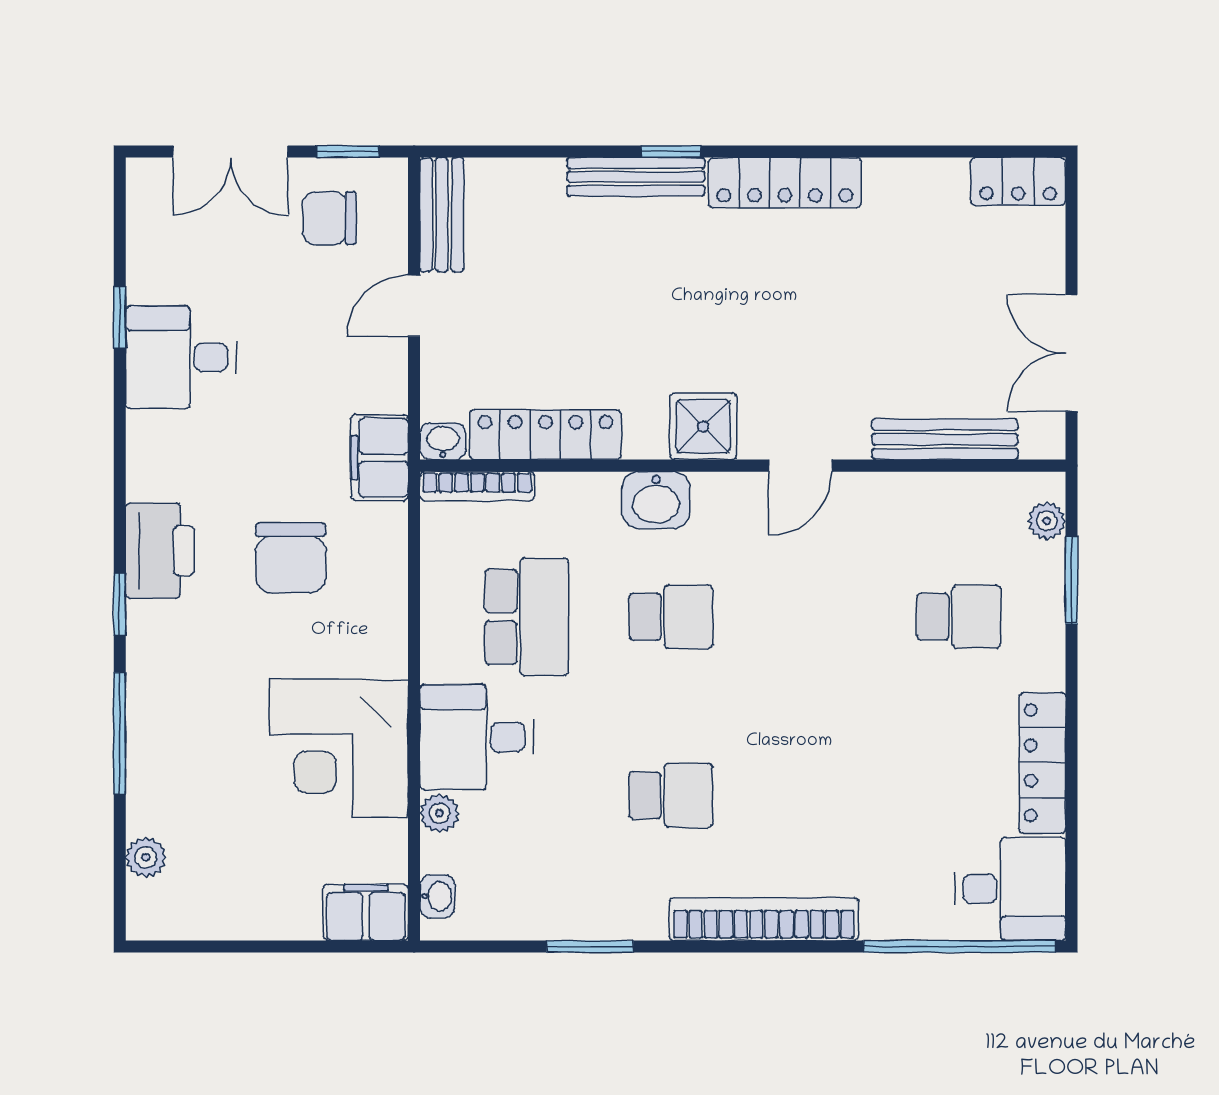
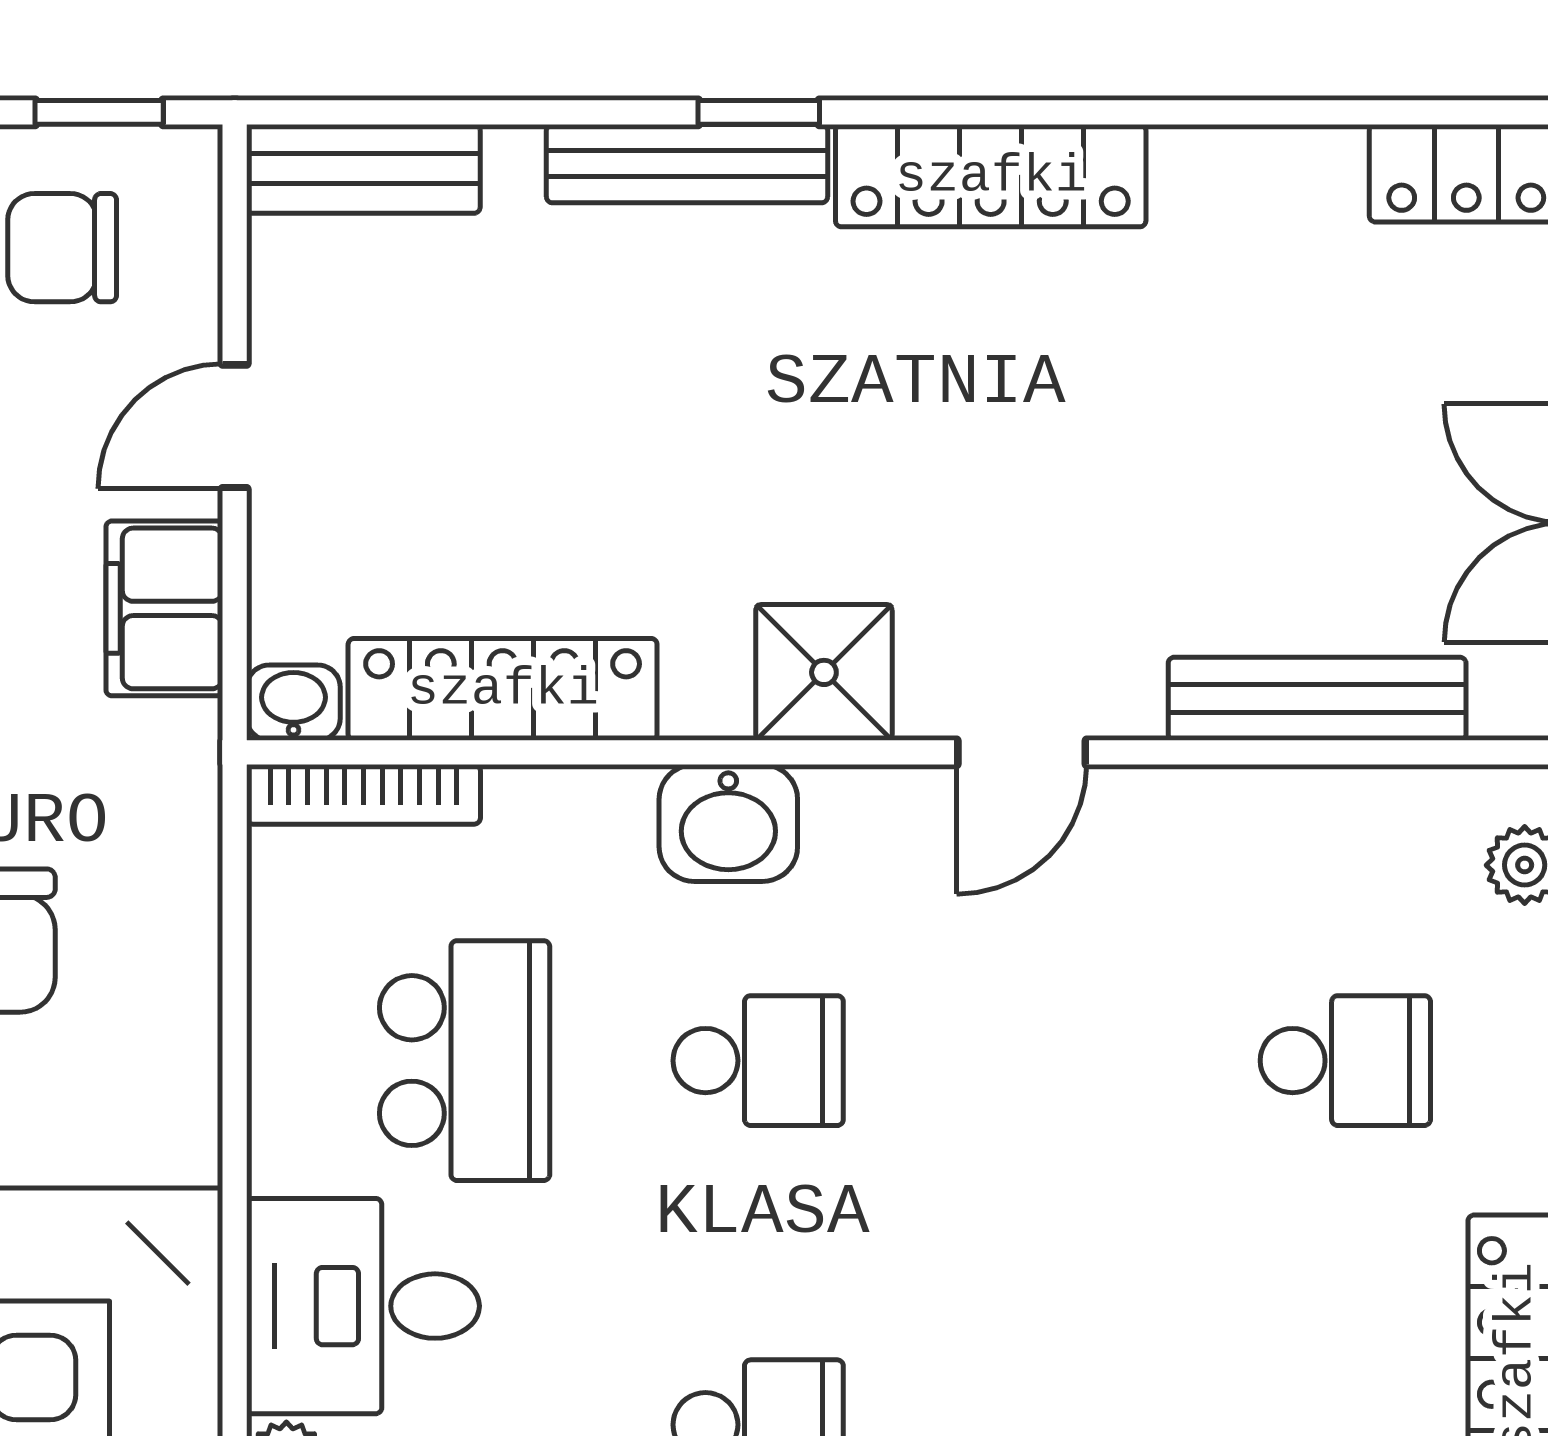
bench: (442, 215) -> (363, 169), moved, turned 90
filing cabinet: (380, 458) -> (164, 608), moved

